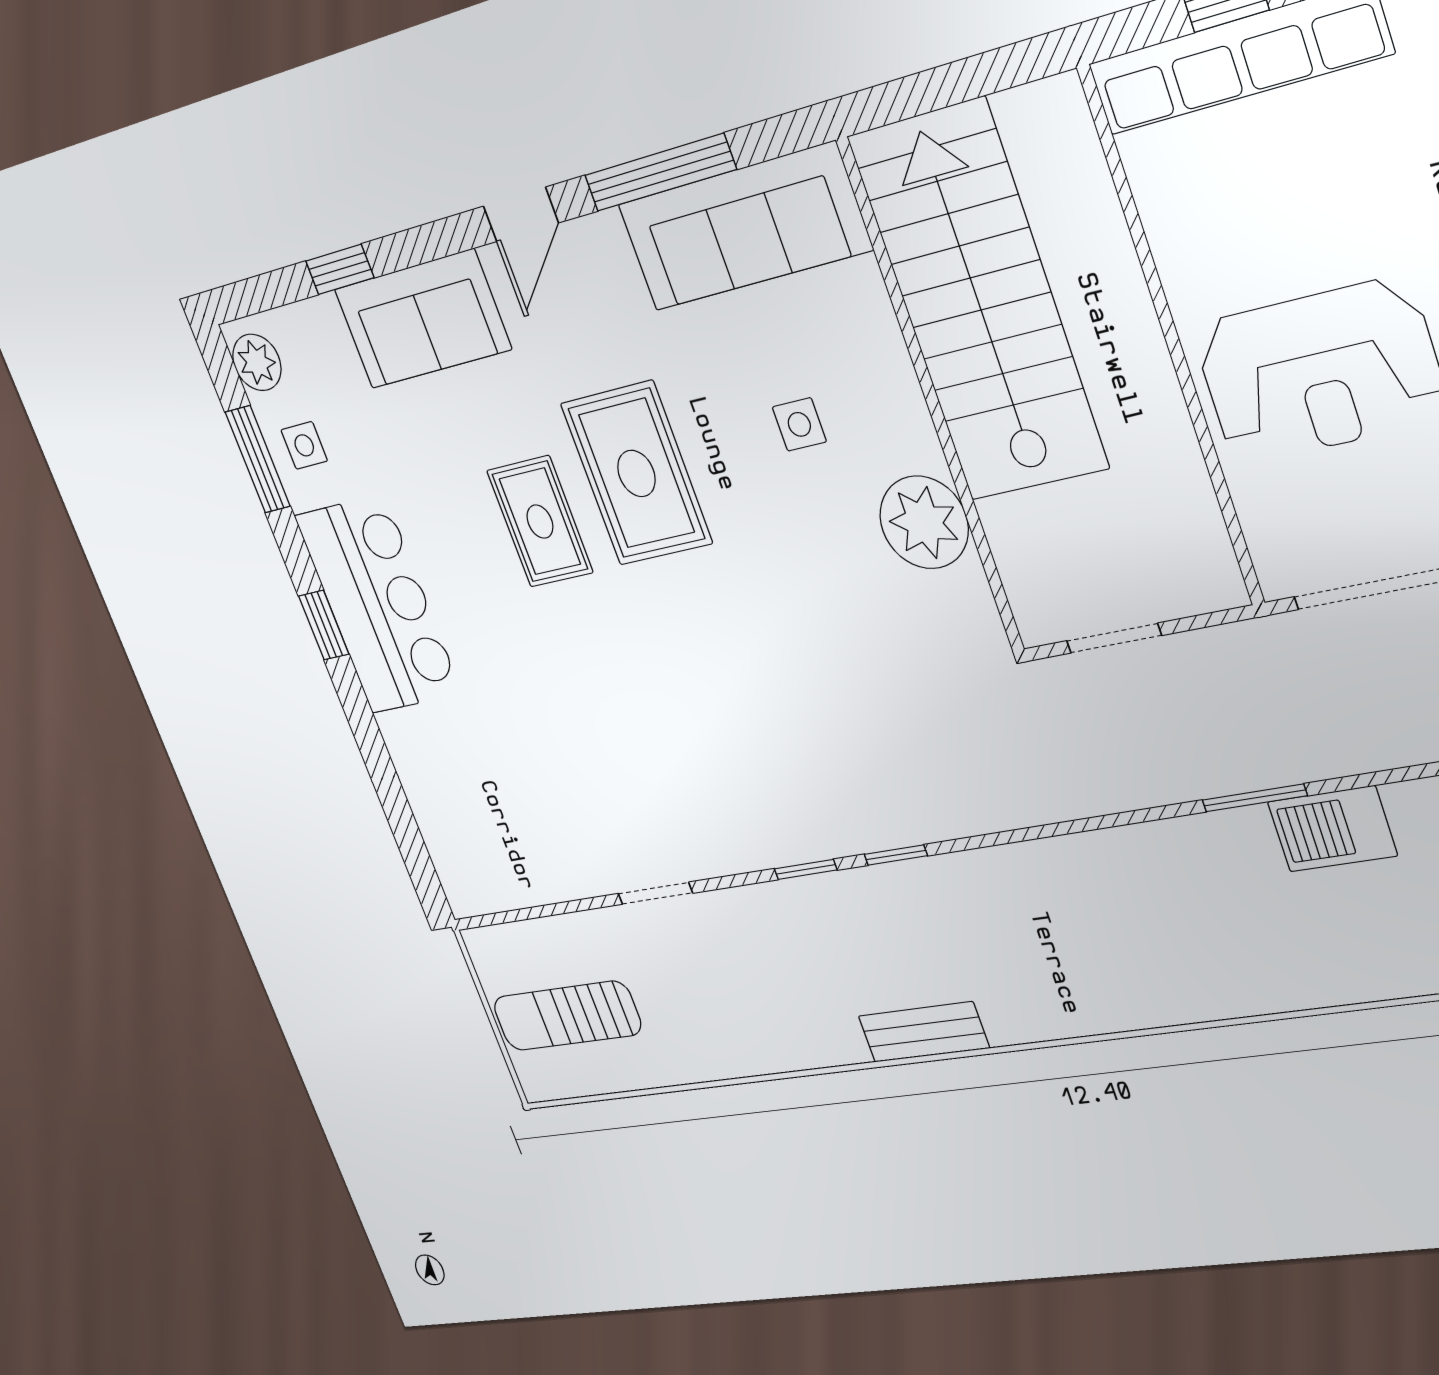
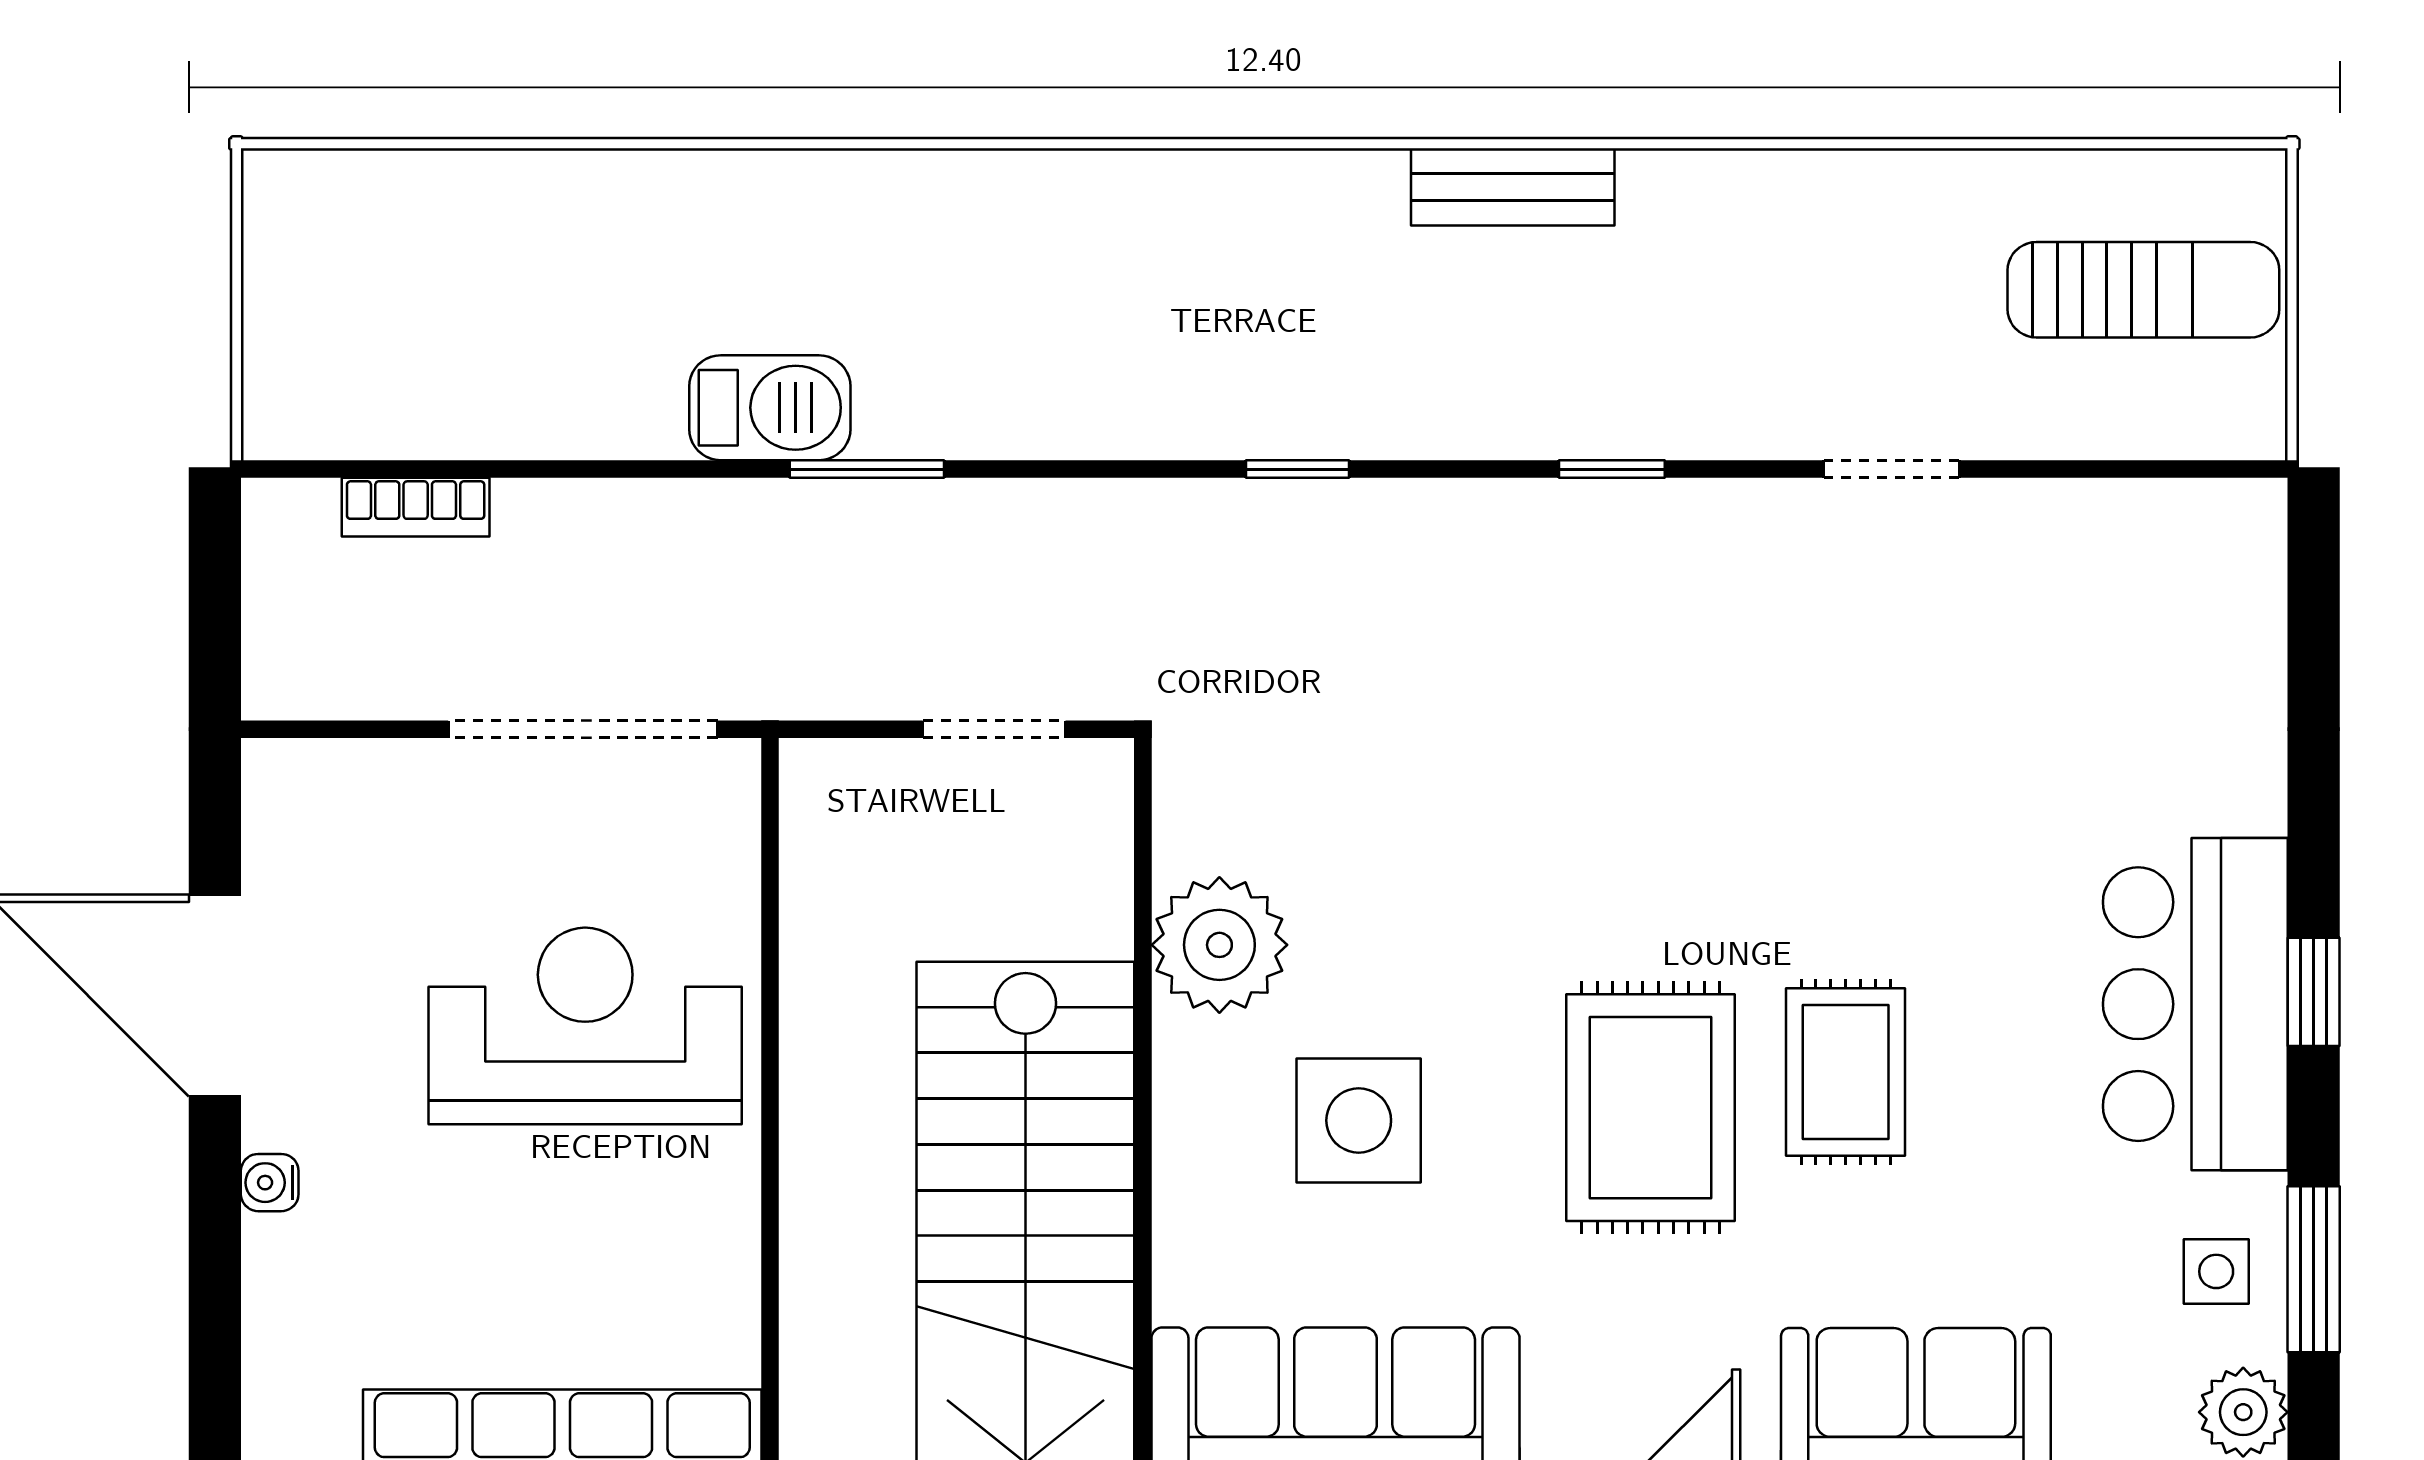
side table: (799, 424) -> (1359, 1120), width x1.87, depth x1.87
window: (896, 855) -> (1297, 469), moved

